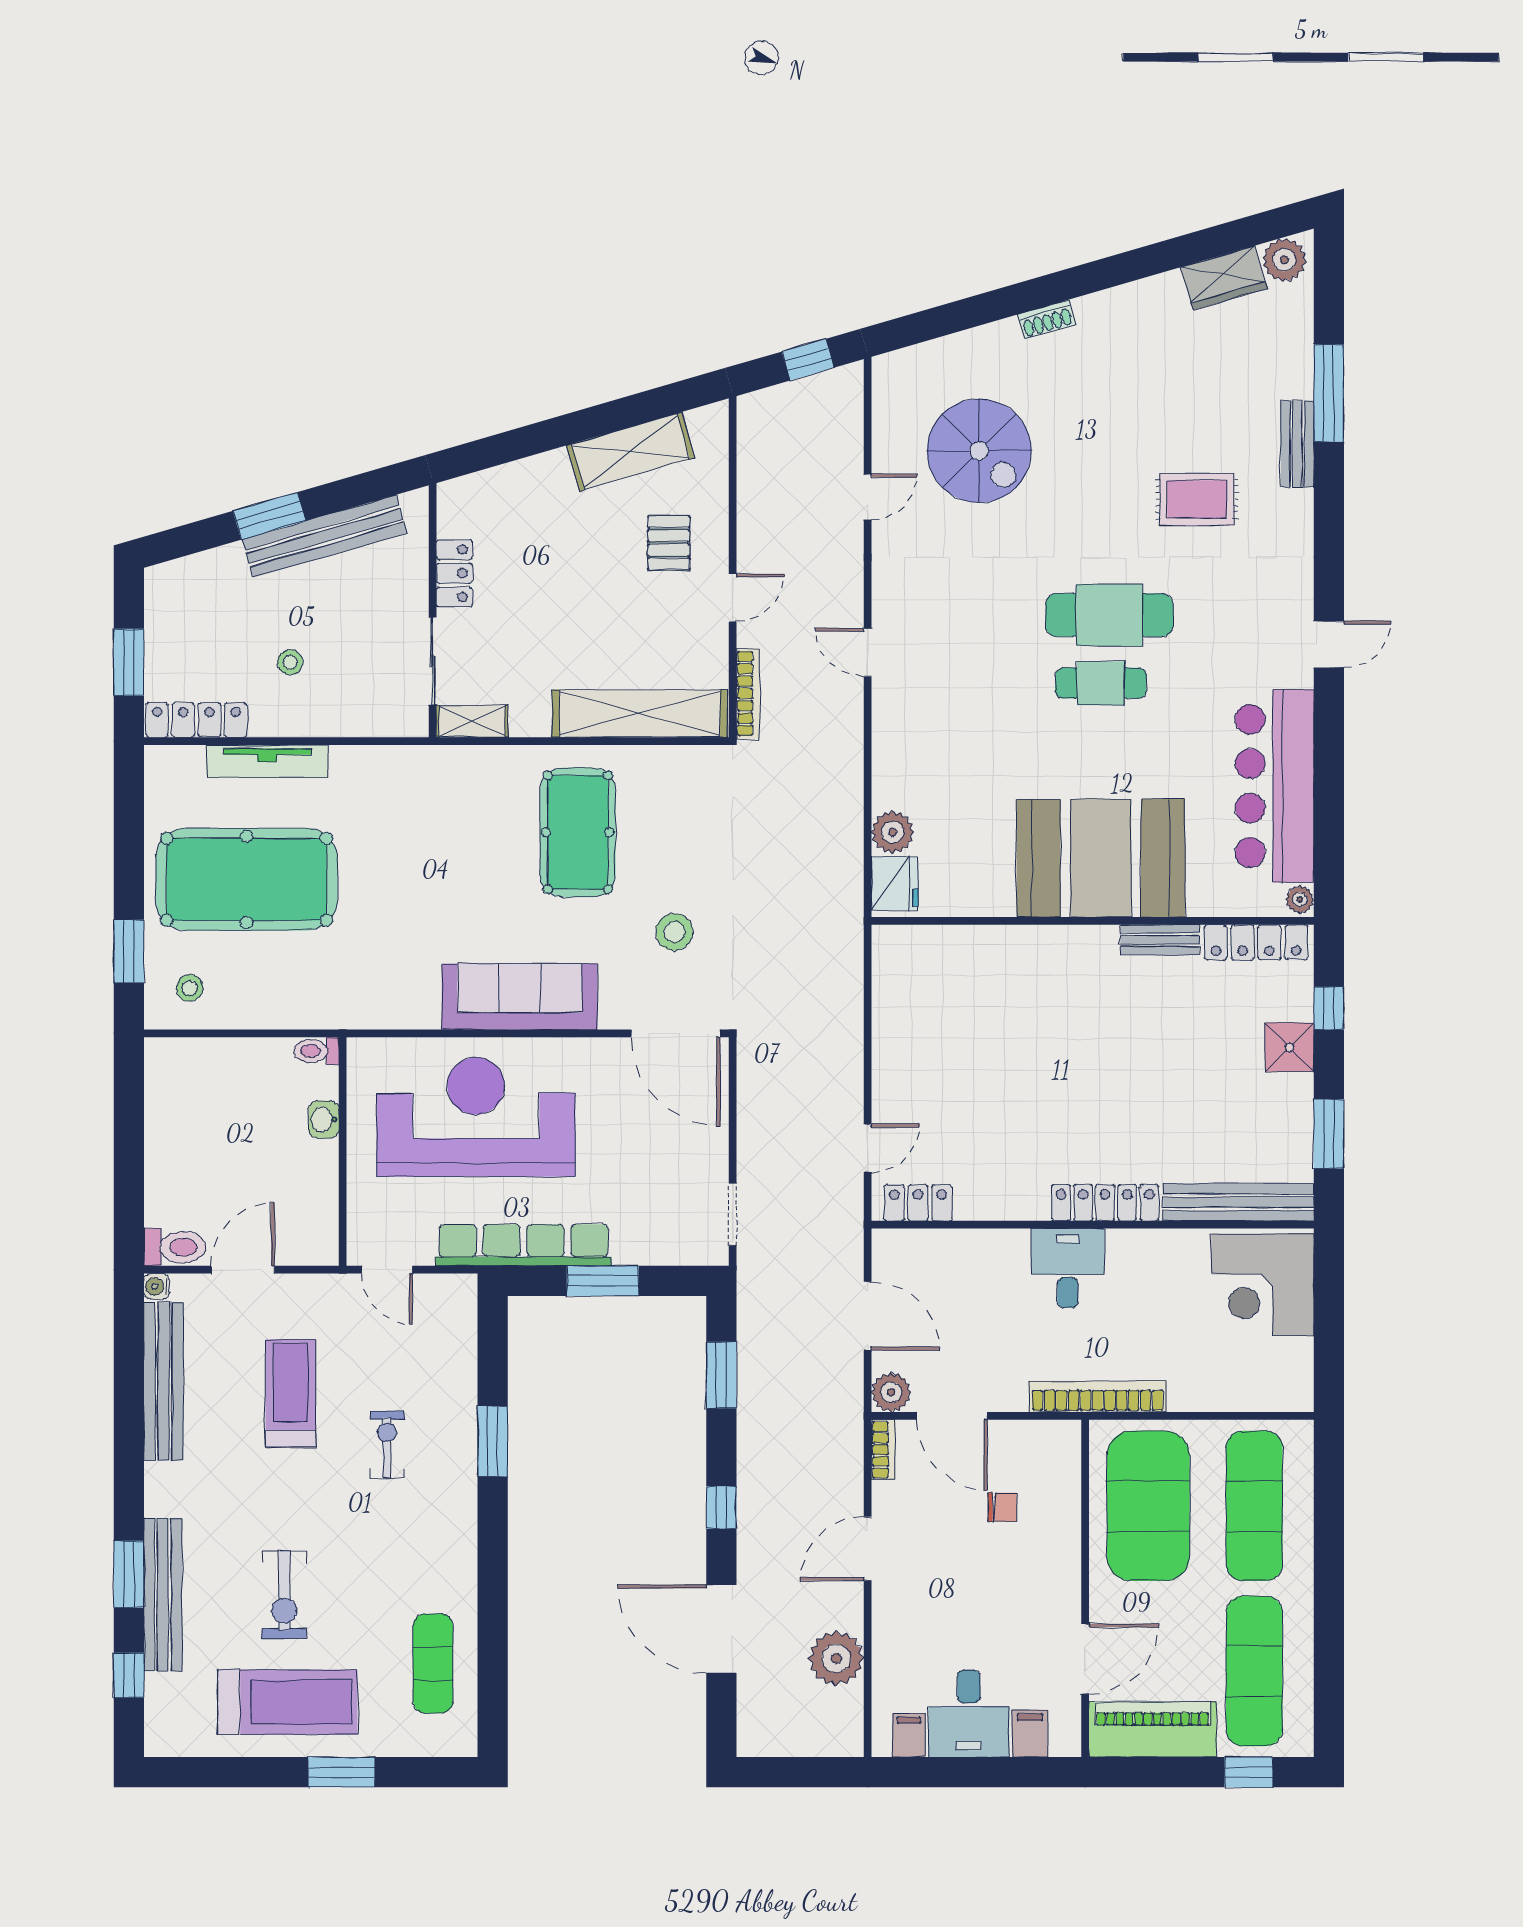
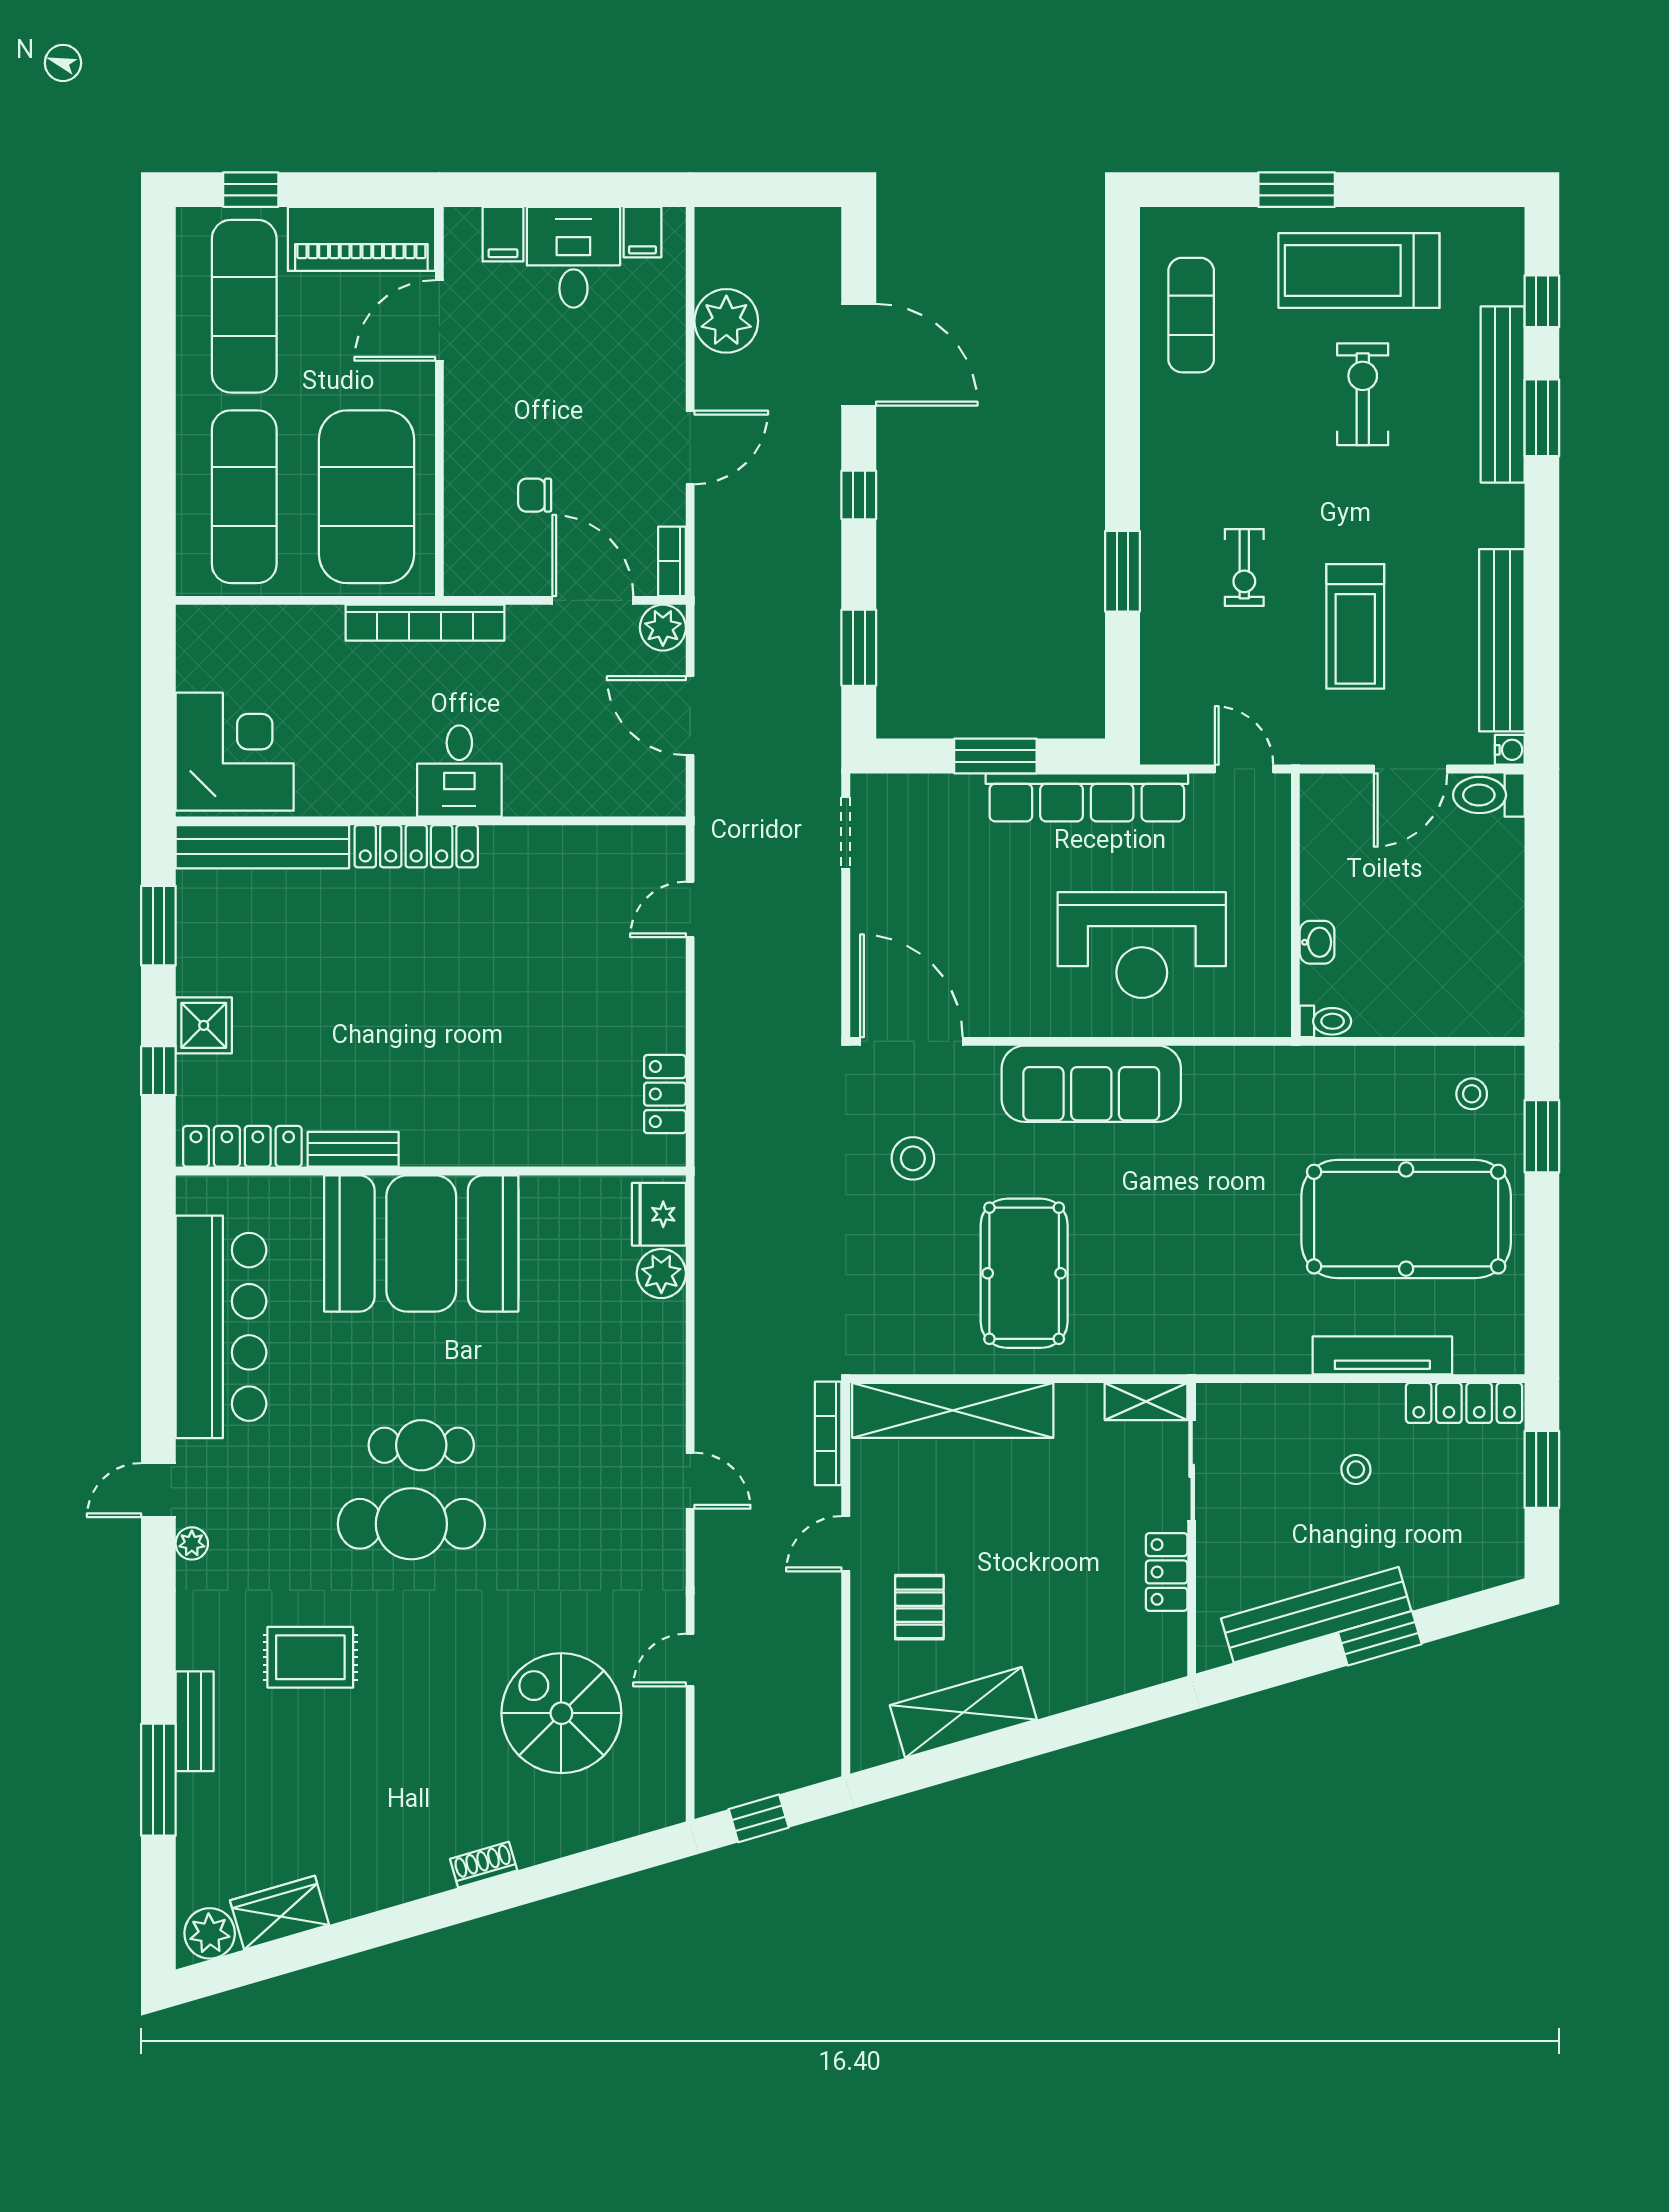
plant: (1300, 899) -> (192, 1543), moved
reception desk: (476, 1117) -> (1142, 945), width x0.74, depth x0.77
locker: (918, 1203) -> (665, 1094), moved, turned 90

